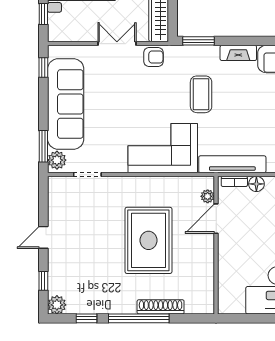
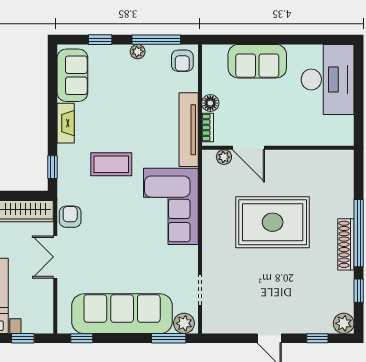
window: (198, 41) -> (52, 167), width x0.67
shoe rack: (161, 307) -> (346, 244), moved

